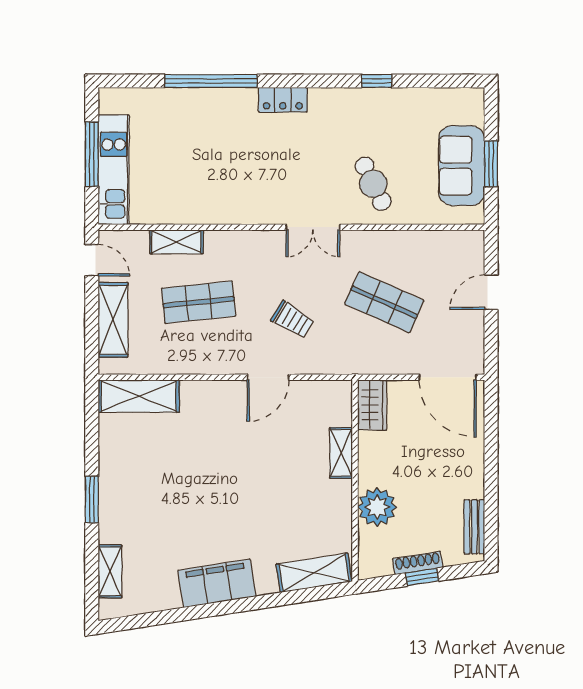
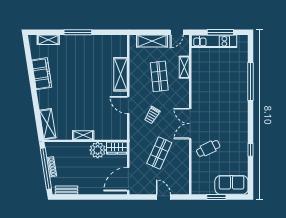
locker: (283, 100) -> (243, 111), removed
sofa: (462, 166) -> (231, 185), moved
double door: (313, 227) -> (190, 124), width x1.37
shelving: (139, 396) -> (121, 74), moved
shelving: (341, 453) -> (83, 135), moved
window: (92, 499) -> (78, 32), width x1.44
plant: (377, 507) -> (98, 150), moved
window: (422, 577) -> (46, 169), width x3.17
filing cabinet: (217, 583) -> (42, 74), moved

